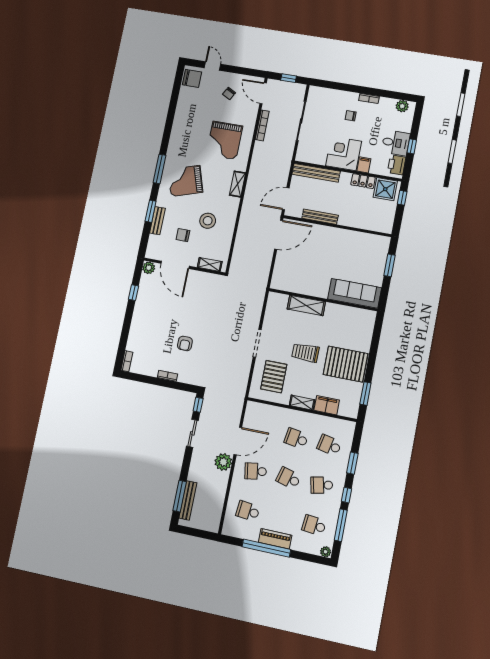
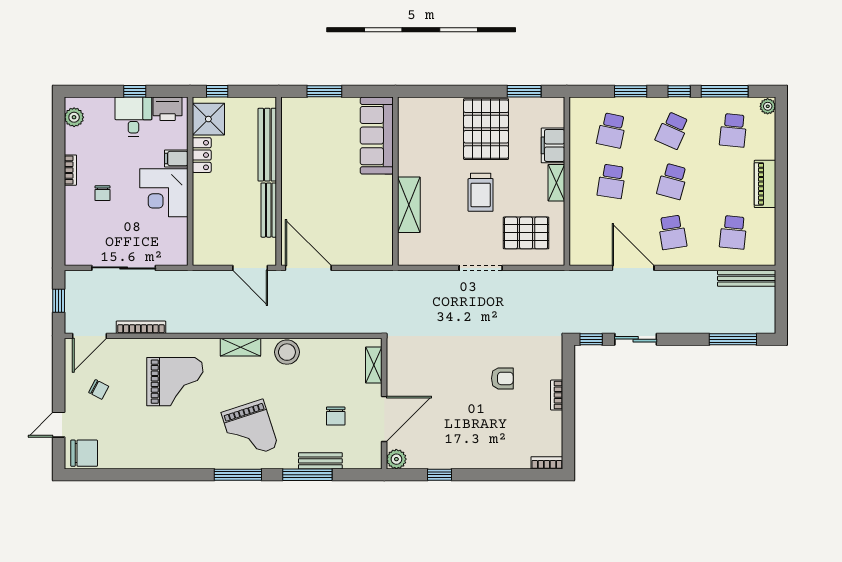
chair: (192, 78) -> (84, 453), turned 90
bench: (316, 173) -> (267, 145), moved
window: (151, 211) -> (307, 475), width x1.44
stool: (208, 221) -> (287, 352), moved
plant: (223, 462) -> (669, 284), removed
school desk: (322, 485) -> (672, 130), turned 36
bench: (188, 500) -> (747, 278), moved
window: (266, 548) -> (781, 194), removed

